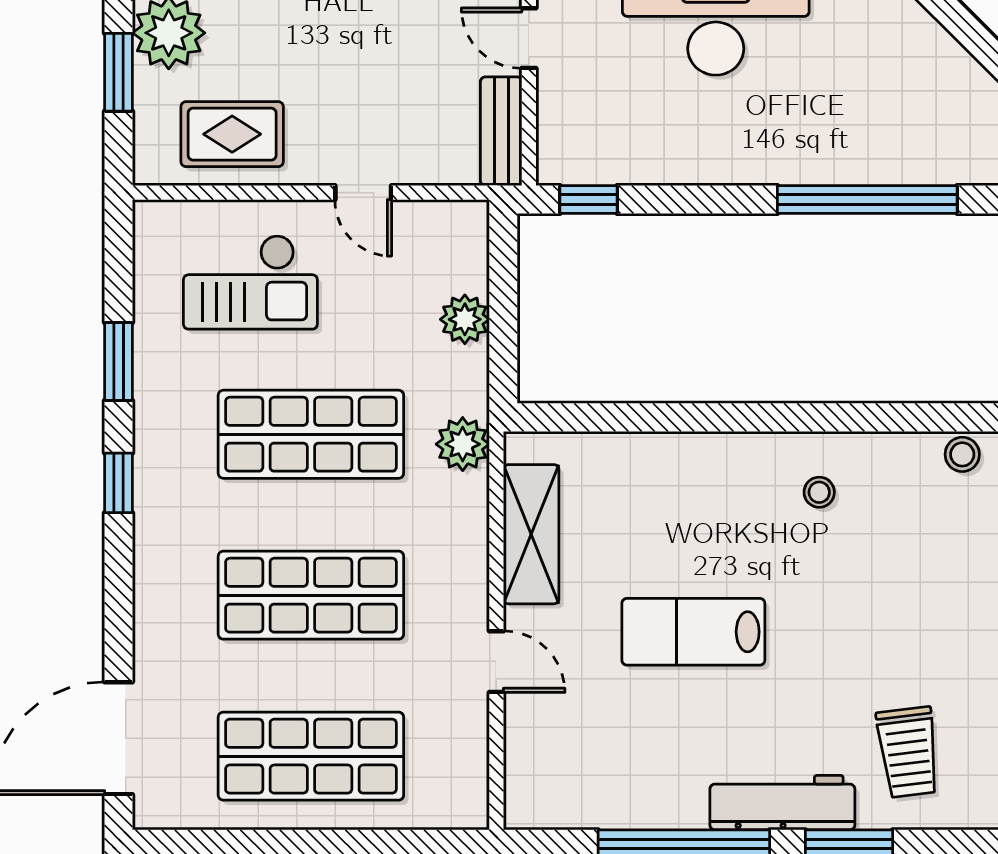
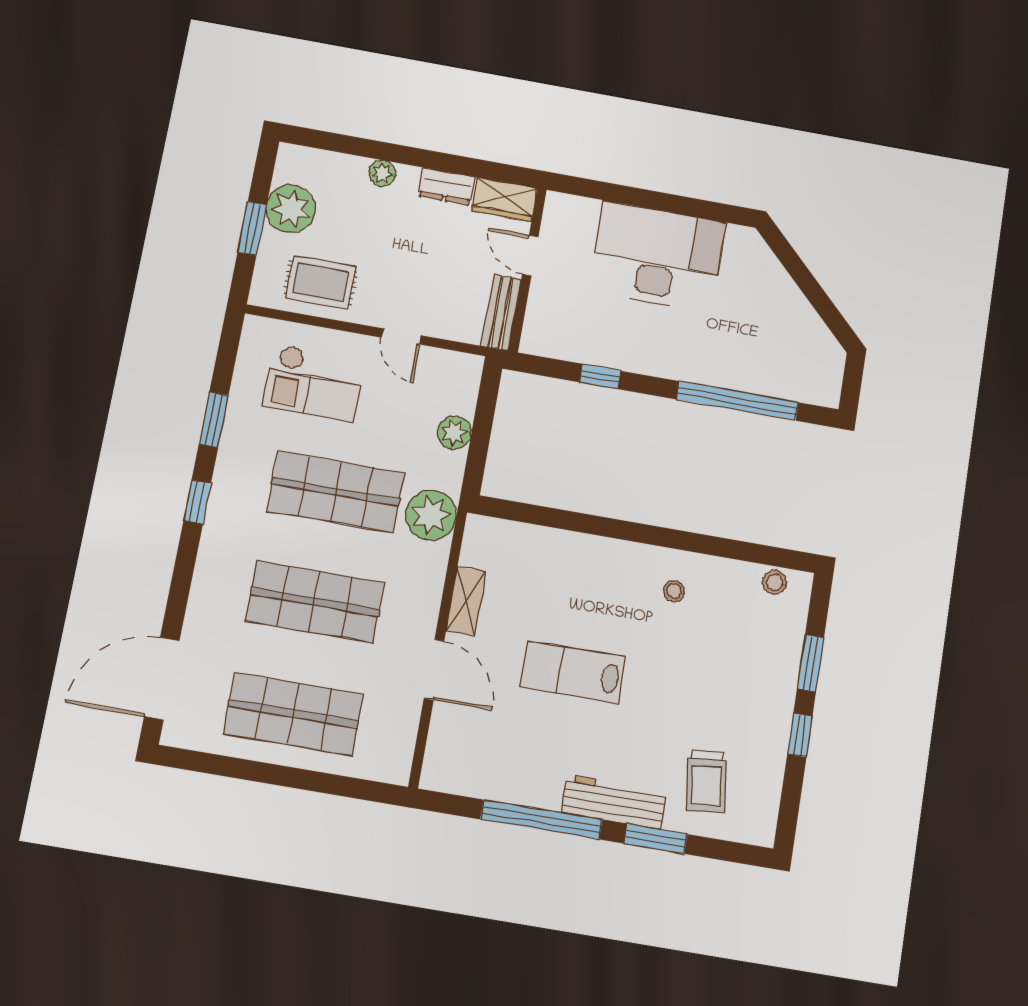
window: (588, 200) -> (600, 377), moved
plant: (463, 444) -> (431, 515), width x1.36, depth x1.36
shelving: (531, 534) -> (466, 601), width x0.67, depth x0.75
door: (496, 662) -> (434, 670), width x1.38

